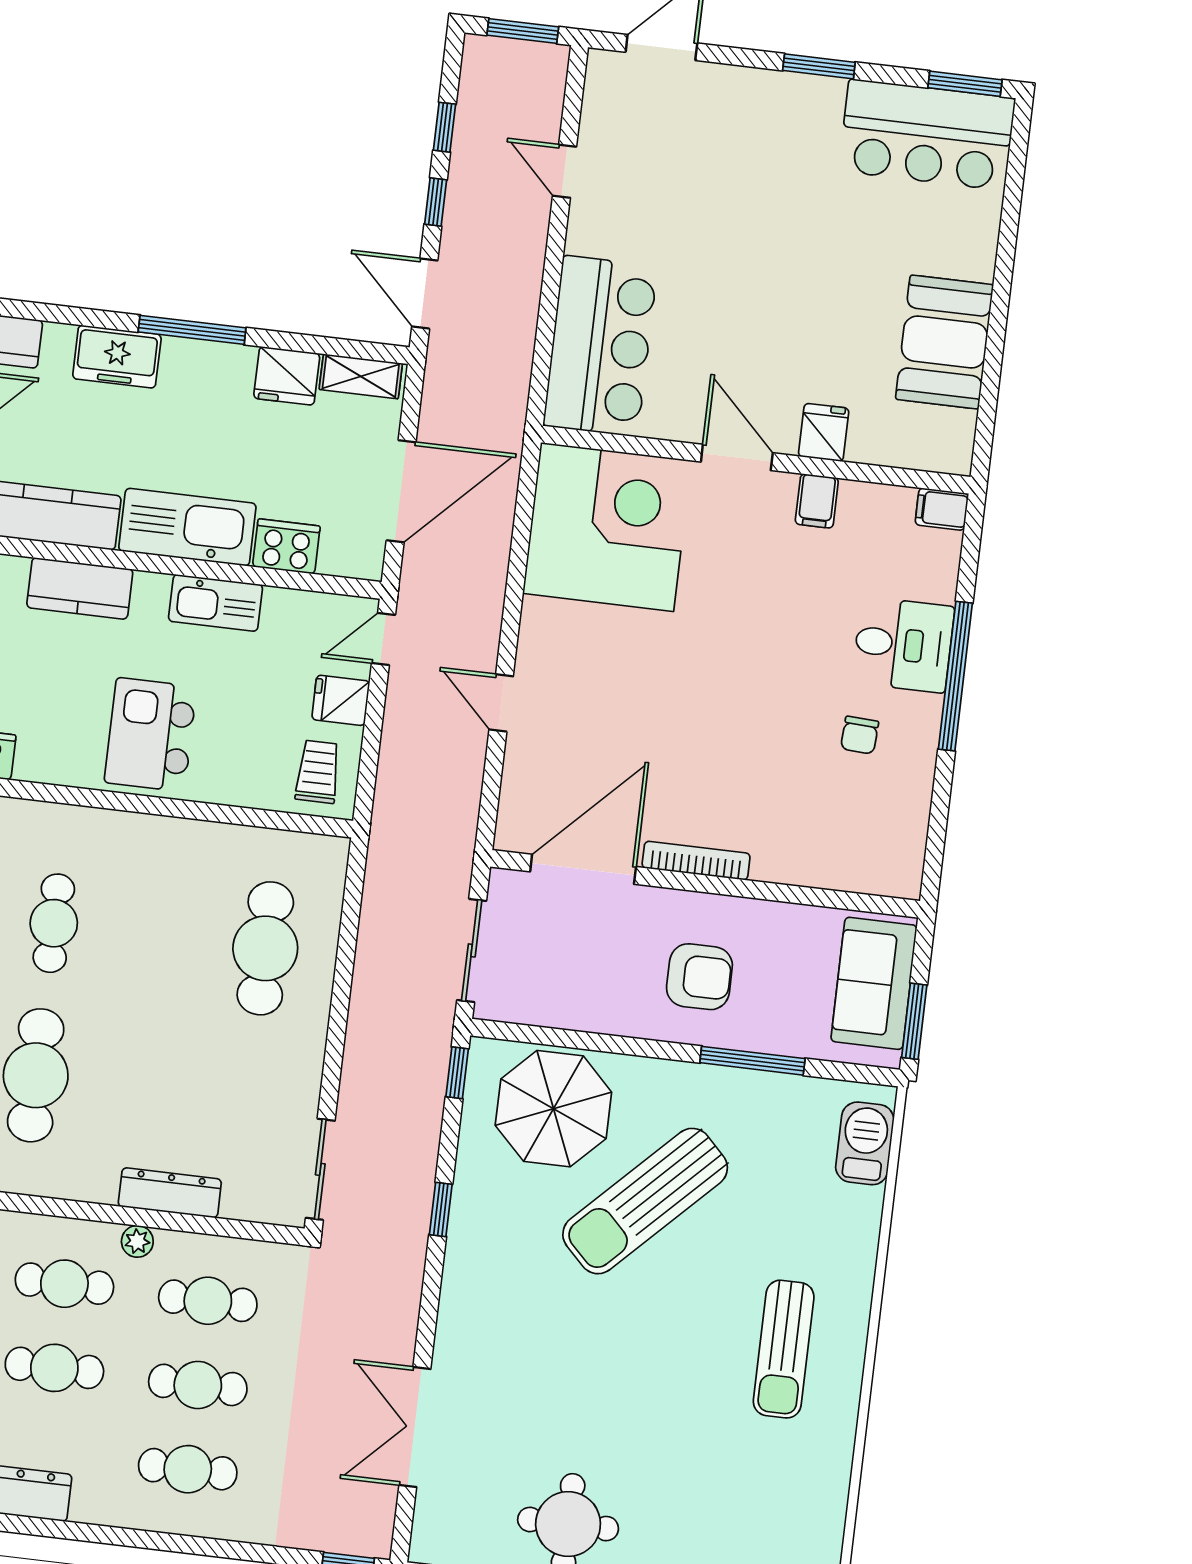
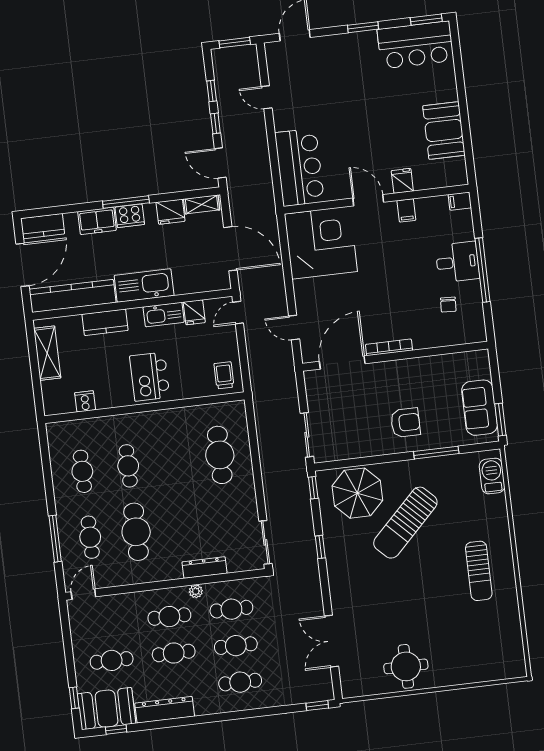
door: (401, 491) -> (230, 249), hinge flipped
cooker: (286, 546) -> (130, 216), moved, turned 180
fridge: (341, 700) -> (194, 312), moved, turned -90
bookcase: (696, 861) -> (389, 347), moved
door: (583, 869) -> (342, 363), moved
wall: (705, 884) -> (395, 356), moved

